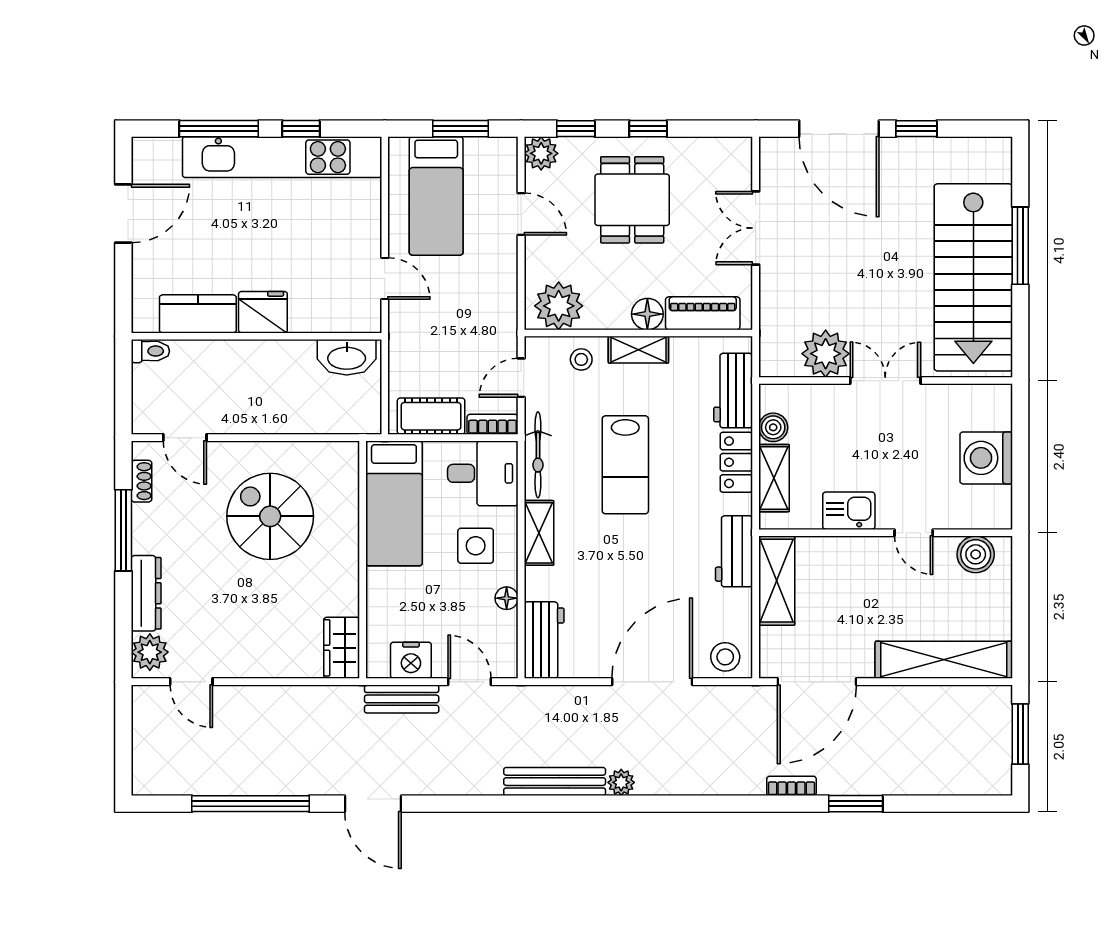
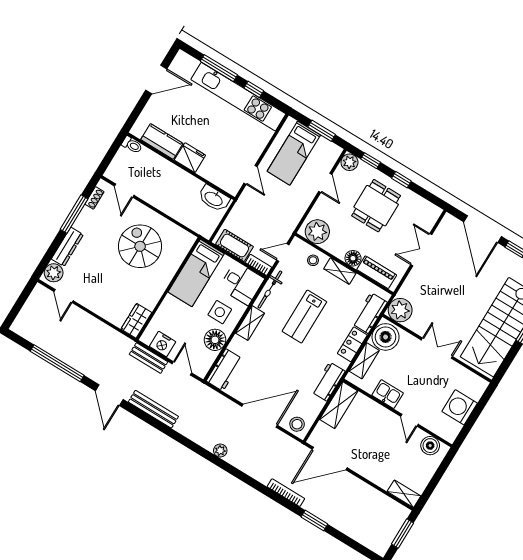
plant: (826, 354) -> (400, 310), moved
boiler: (773, 427) -> (386, 337), width x1.86, depth x1.86
floor lamp: (507, 598) -> (215, 340), width x1.89, depth x1.89
shelving: (944, 660) -> (404, 494), width x0.45, depth x0.75
bench: (555, 782) -> (153, 409), moved
bookcase: (791, 786) -> (286, 493), width x1.56

